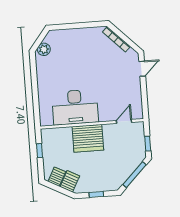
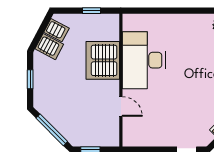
door: (124, 121) -> (121, 106), moved
server rack: (88, 138) -> (103, 60), moved

